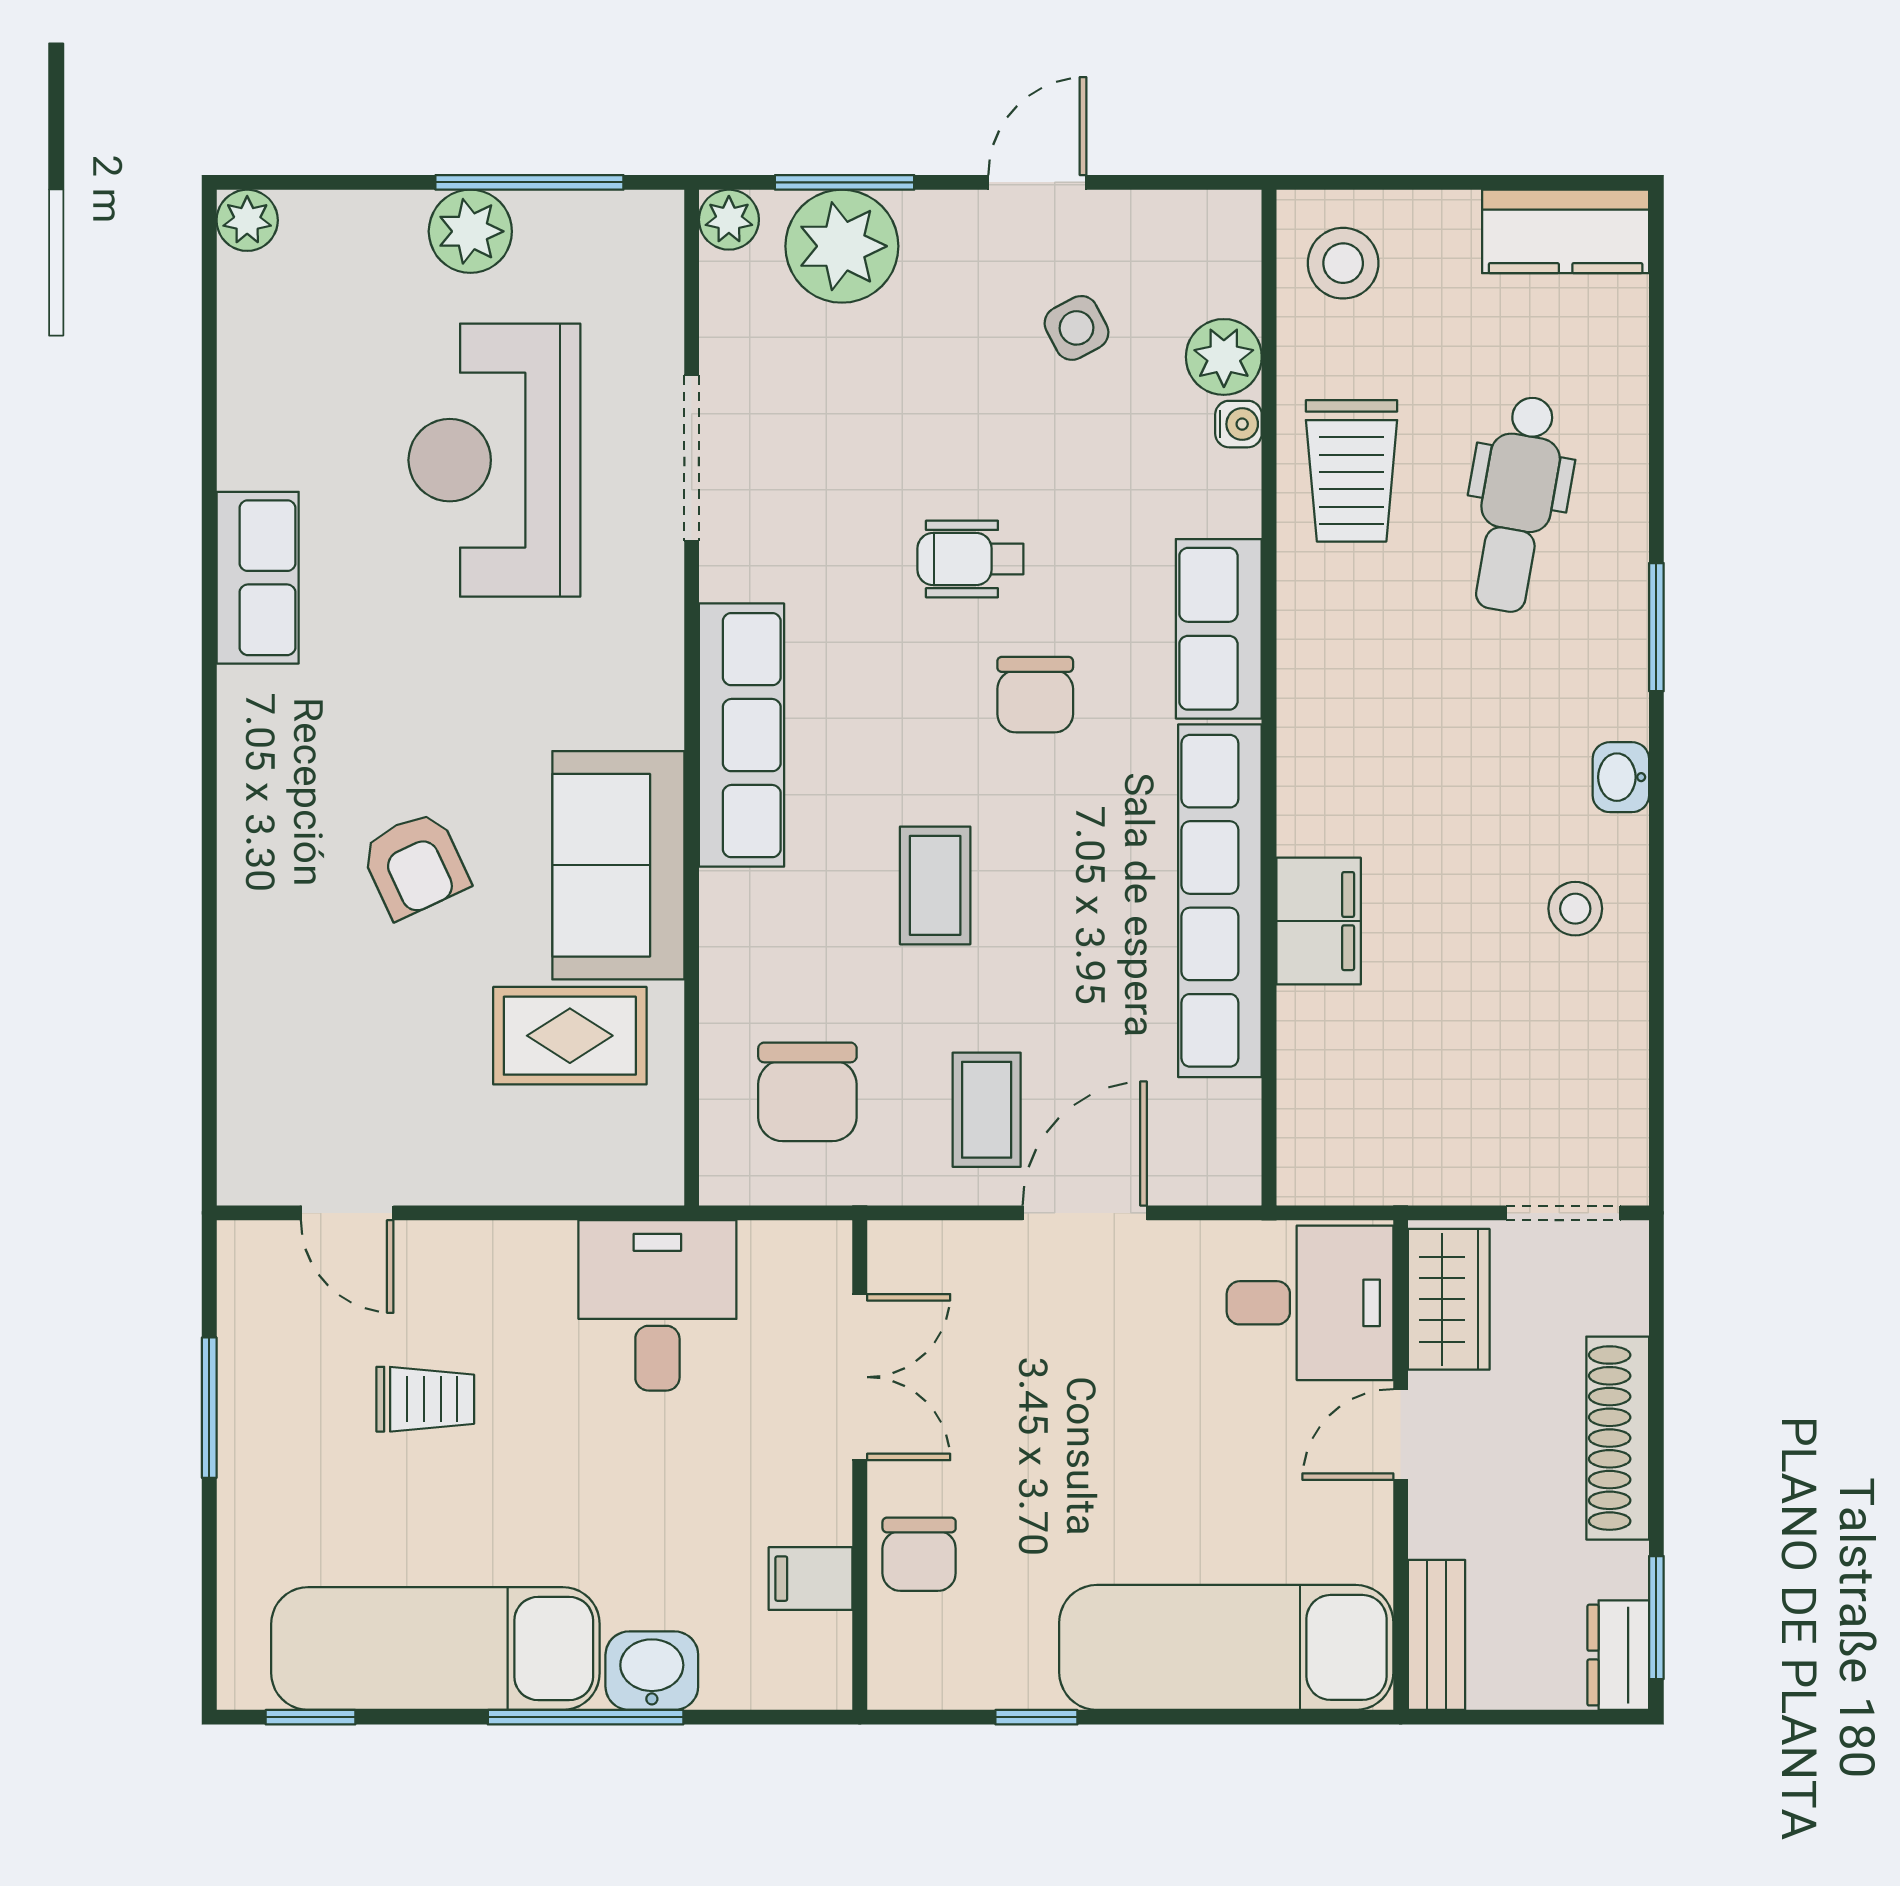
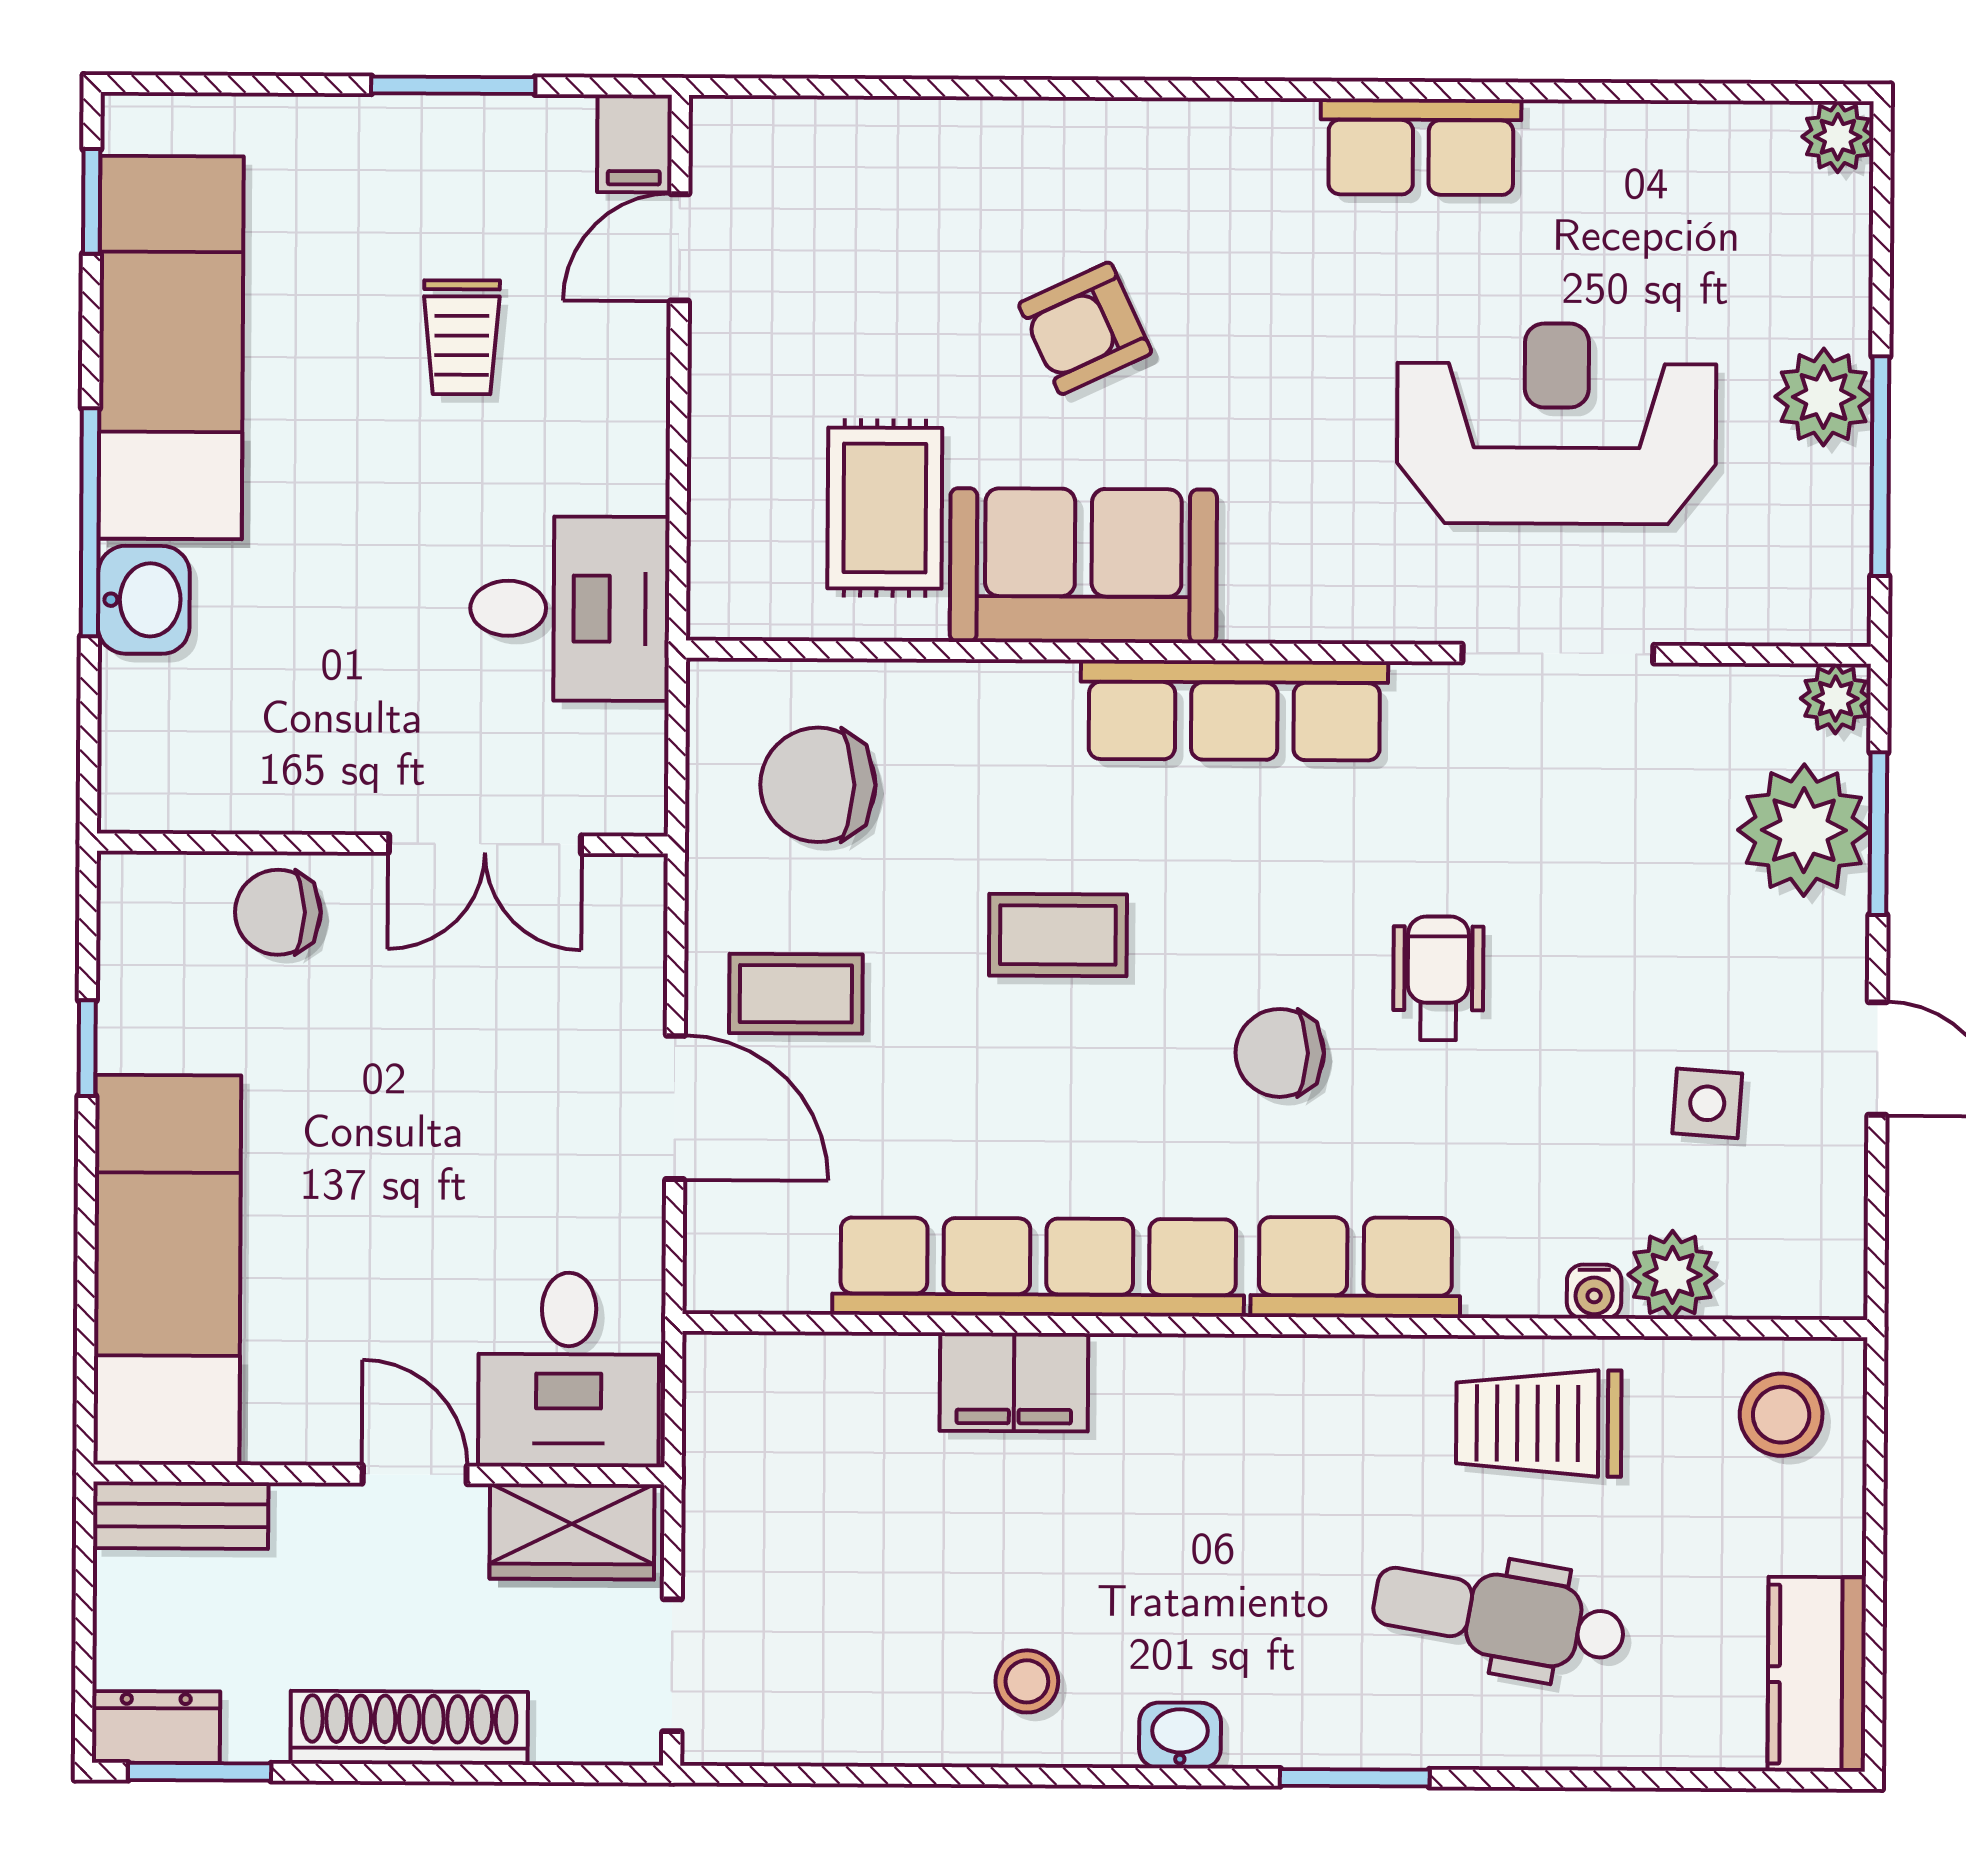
side table: (1077, 328) -> (1707, 1103), turned 32
filing cabinet: (811, 1579) -> (634, 144), moved, turned 180

